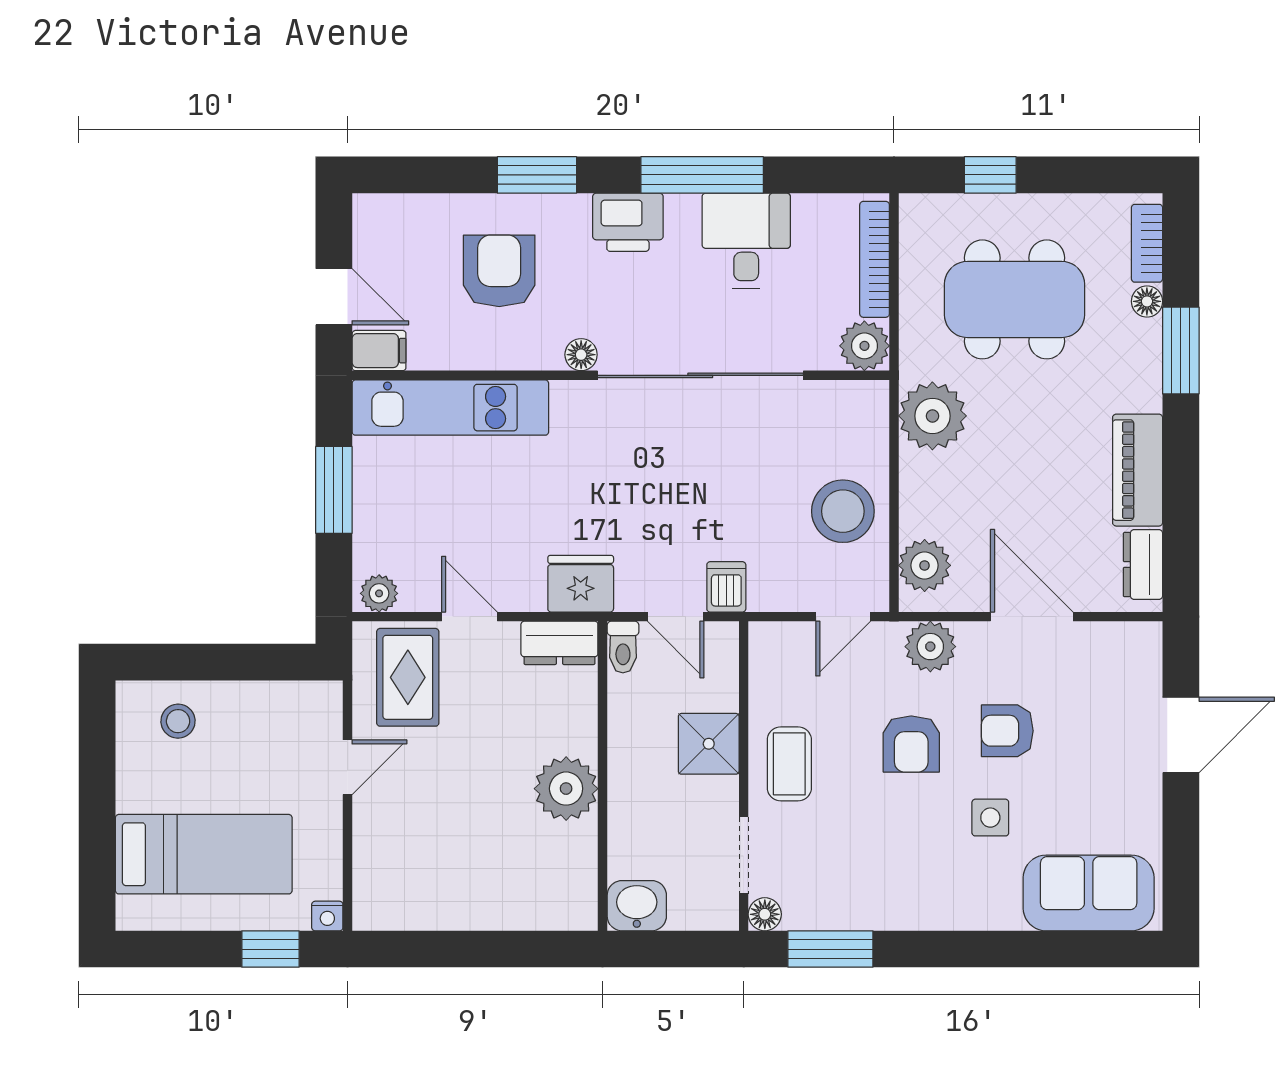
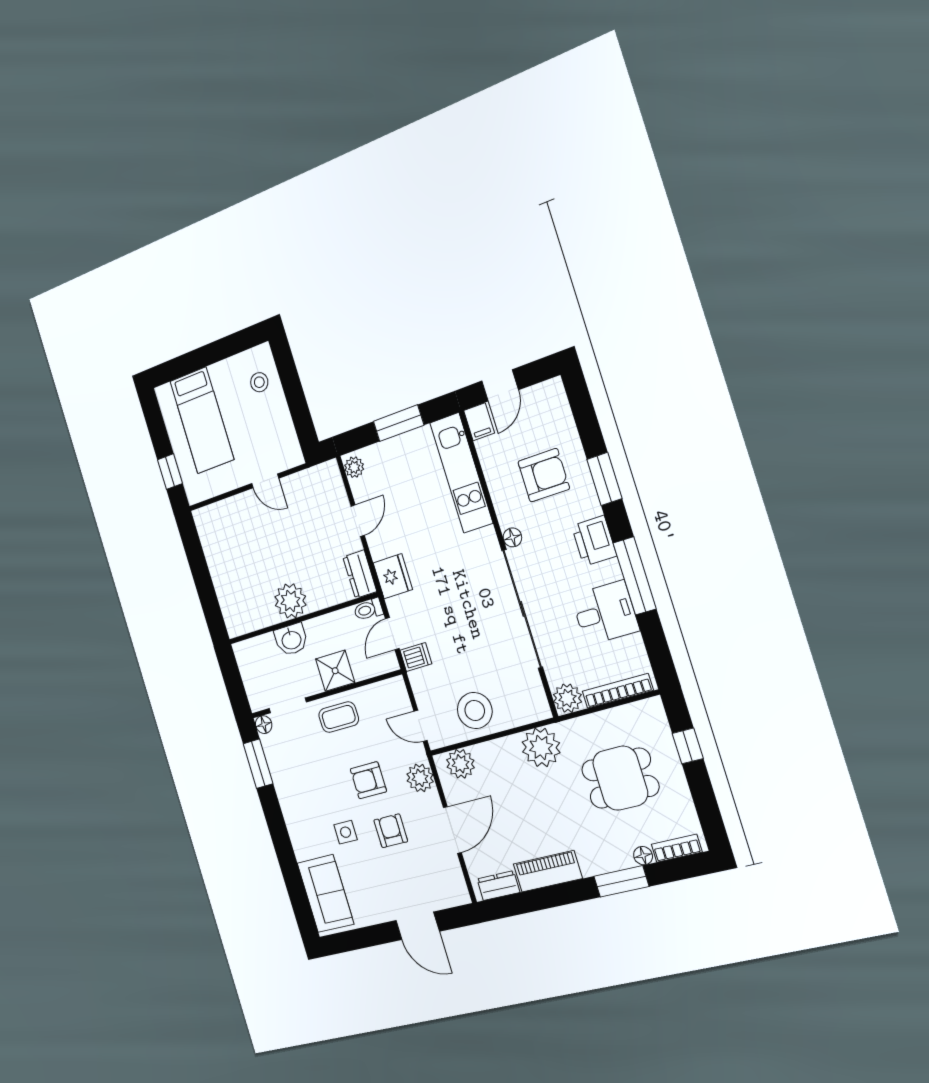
dining table: (1015, 299) -> (620, 778), width x0.73
rug: (408, 677) -> (318, 498), removed
washbasin: (637, 906) -> (291, 639), moved, turned 90
nightstand: (327, 916) -> (194, 496), removed

